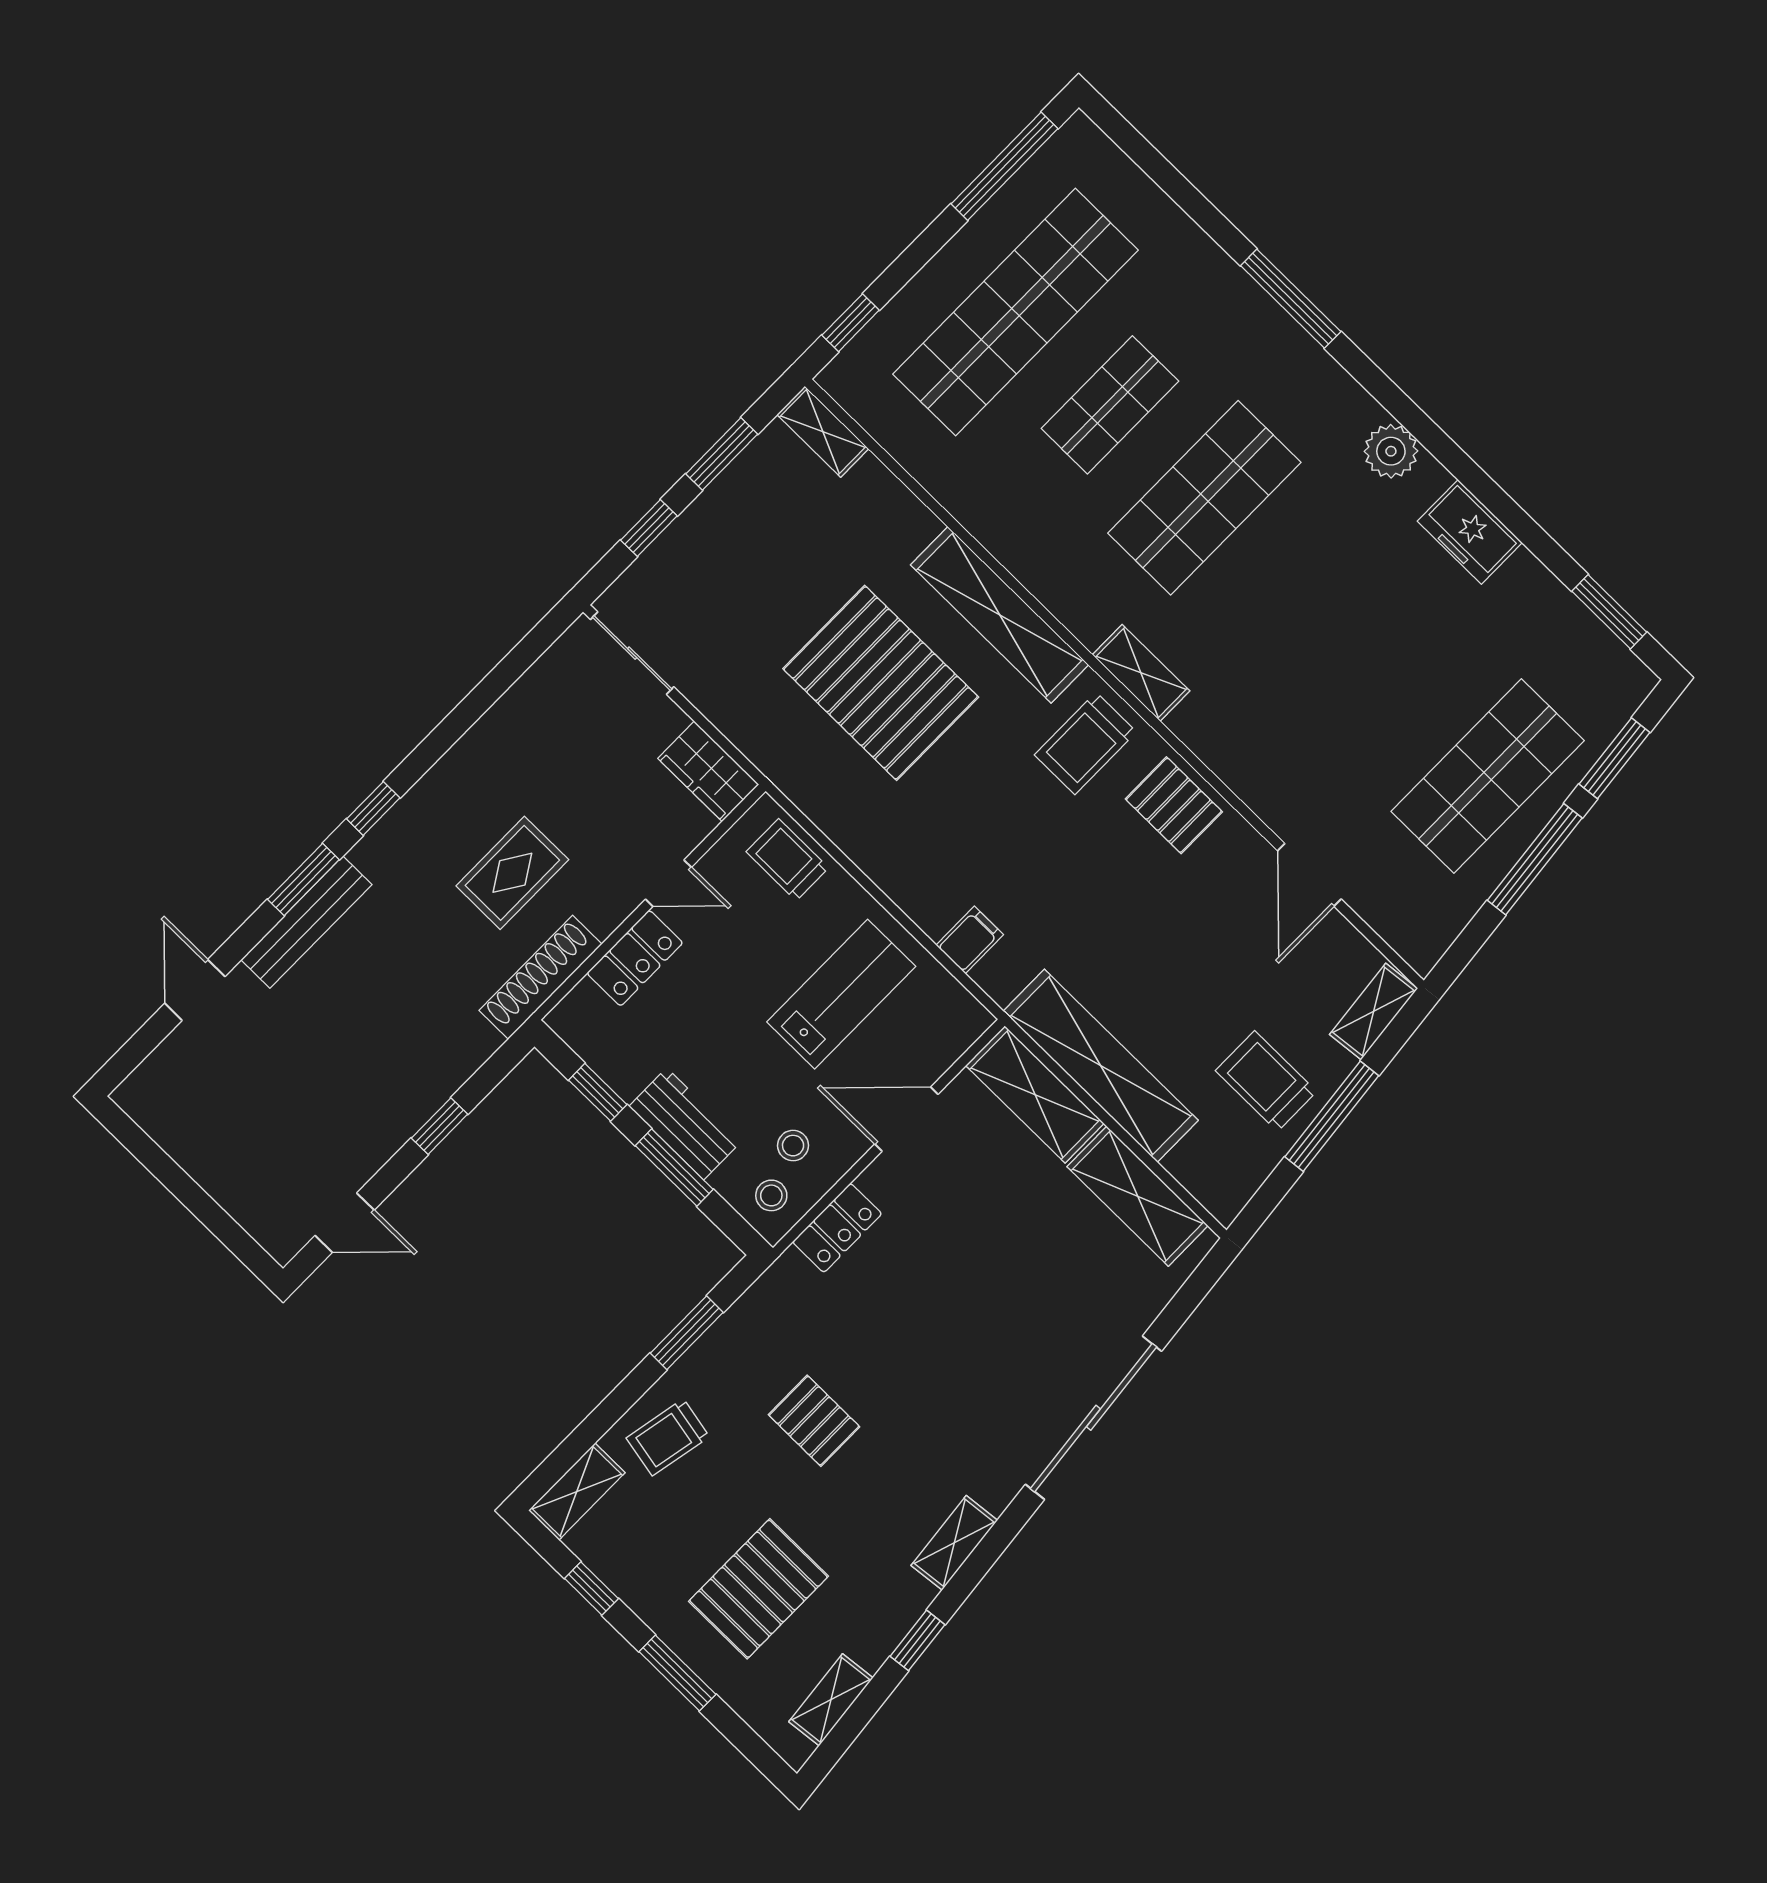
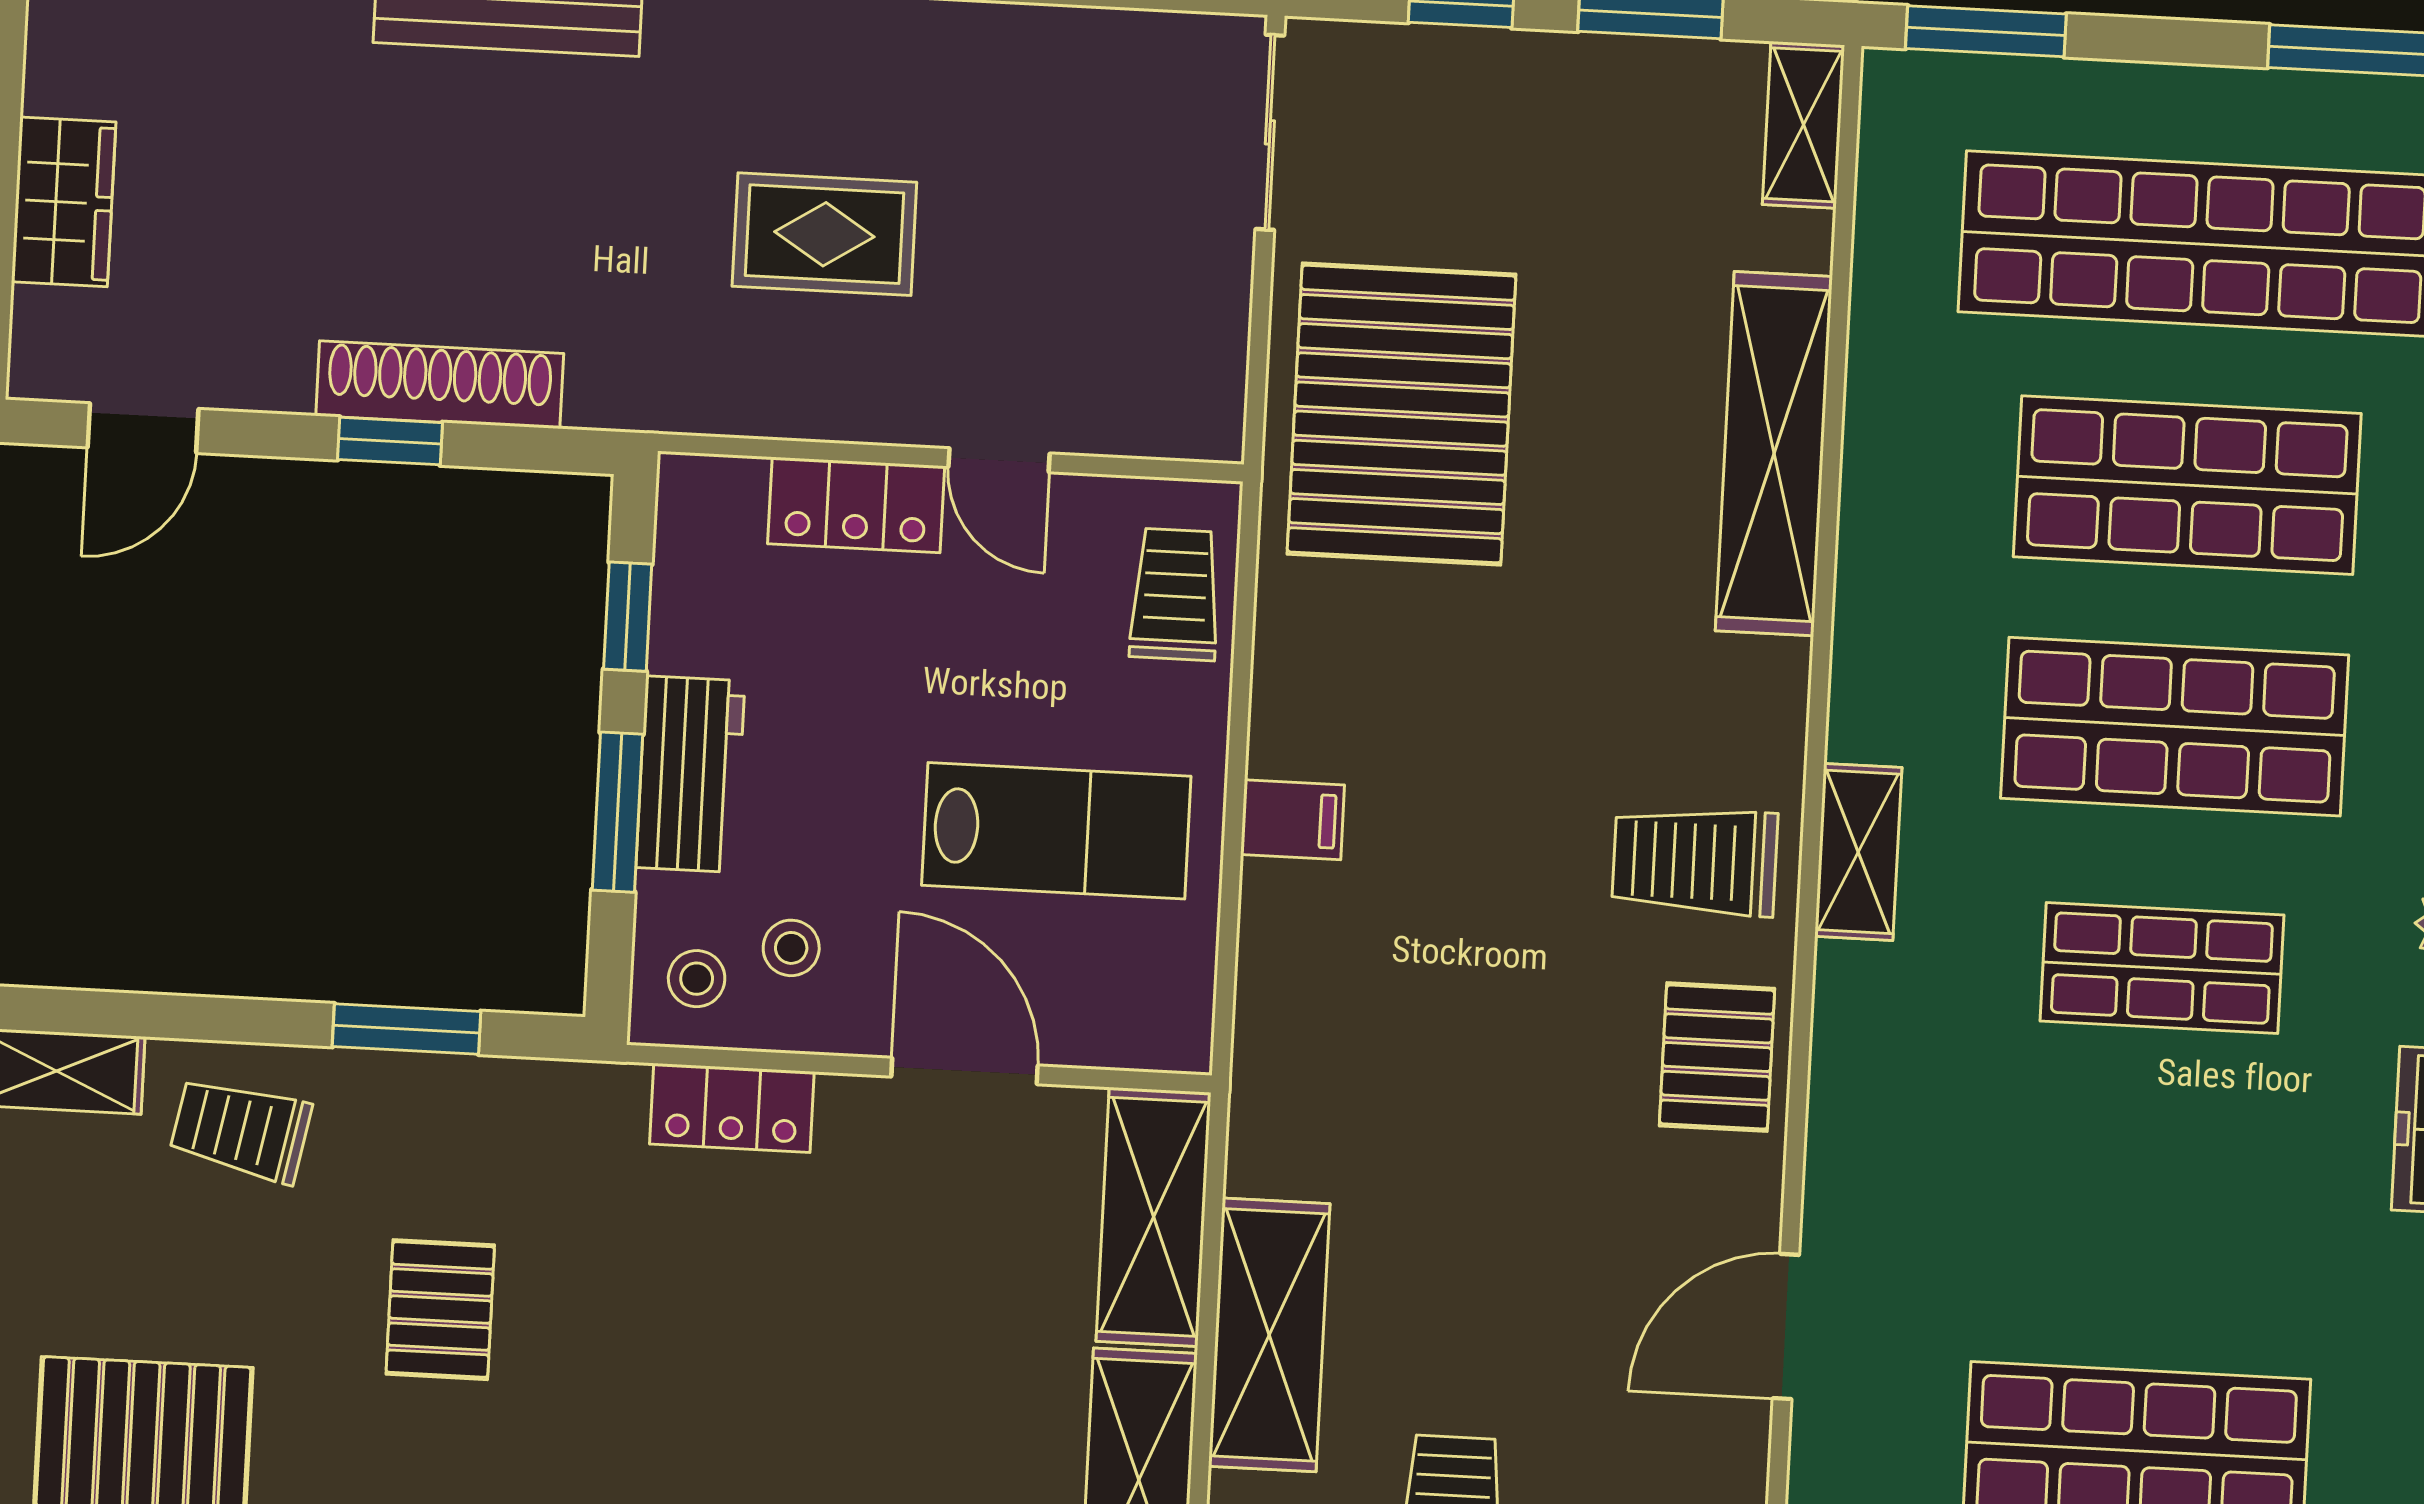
window: (851, 323) -> (1986, 31), width x1.50
shop shelf: (1110, 405) -> (2187, 485), width x1.43, depth x1.36
shop shelf: (1299, 590) -> (2162, 968), added
shelving: (1000, 615) -> (1774, 454), moved
pallet: (881, 683) -> (1401, 414), moved
wardrobe: (708, 771) -> (64, 202), moved, turned 180
filing cabinet: (970, 940) -> (1293, 820), moved
shoe rack: (541, 977) -> (440, 385), moved
shelving: (1101, 1066) -> (1269, 1335), width x0.68
door: (345, 1223) -> (143, 428), hinge flipped

